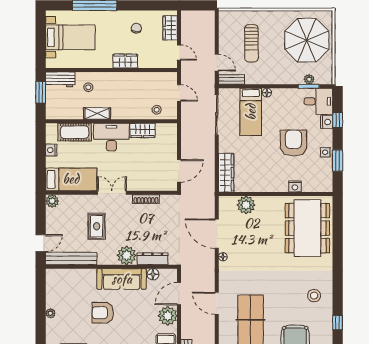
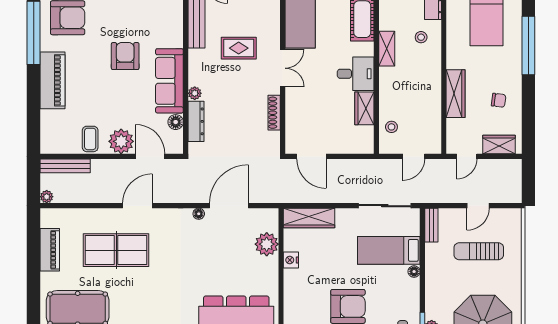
wardrobe: (125, 61) -> (455, 94), width x1.50
door: (217, 63) -> (478, 206), moved
desk: (111, 137) -> (356, 74), width x0.73
nightstand: (295, 186) -> (291, 260), moved
plant: (127, 255) -> (195, 93), width x0.53, depth x0.53

